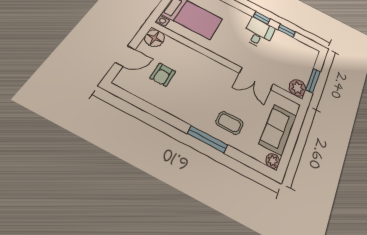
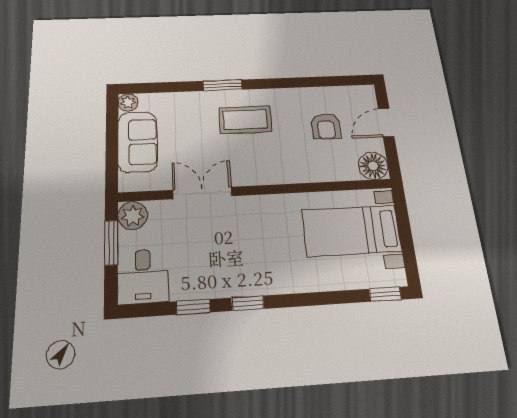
desk: (259, 33) -> (143, 276), moved
armchair: (163, 75) -> (326, 126), turned 180
coffee table: (229, 123) -> (245, 120), moved, width x1.36, depth x1.30
window: (207, 139) -> (223, 85), width x0.69

